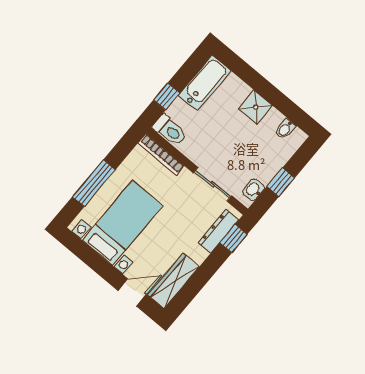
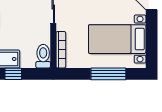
window: (167, 97) -> (13, 74), moved

